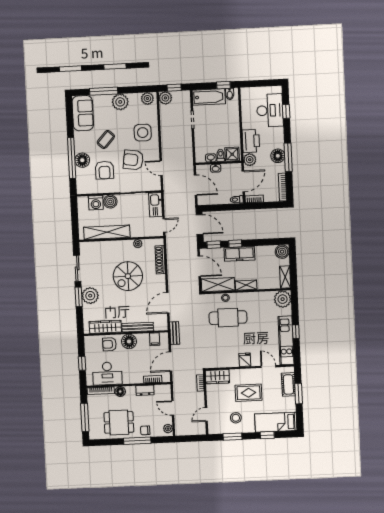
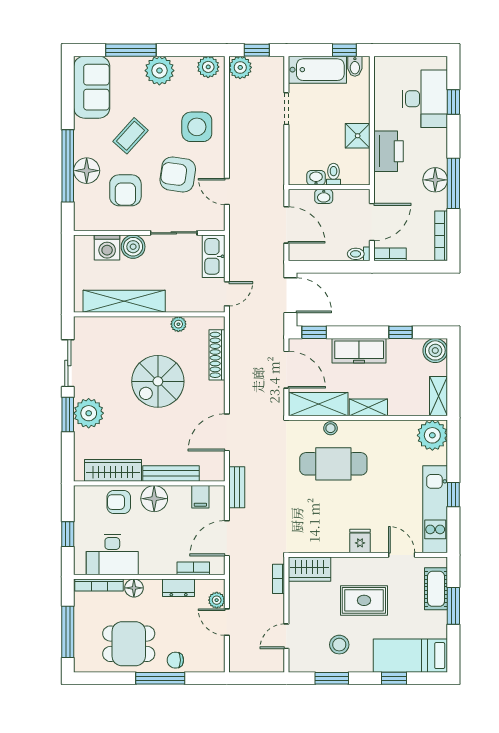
shower: (232, 154) -> (358, 136), moved
plant: (250, 160) -> (385, 184), removed
window: (235, 244) -> (400, 332), moved
plant: (168, 429) -> (217, 600), moved

